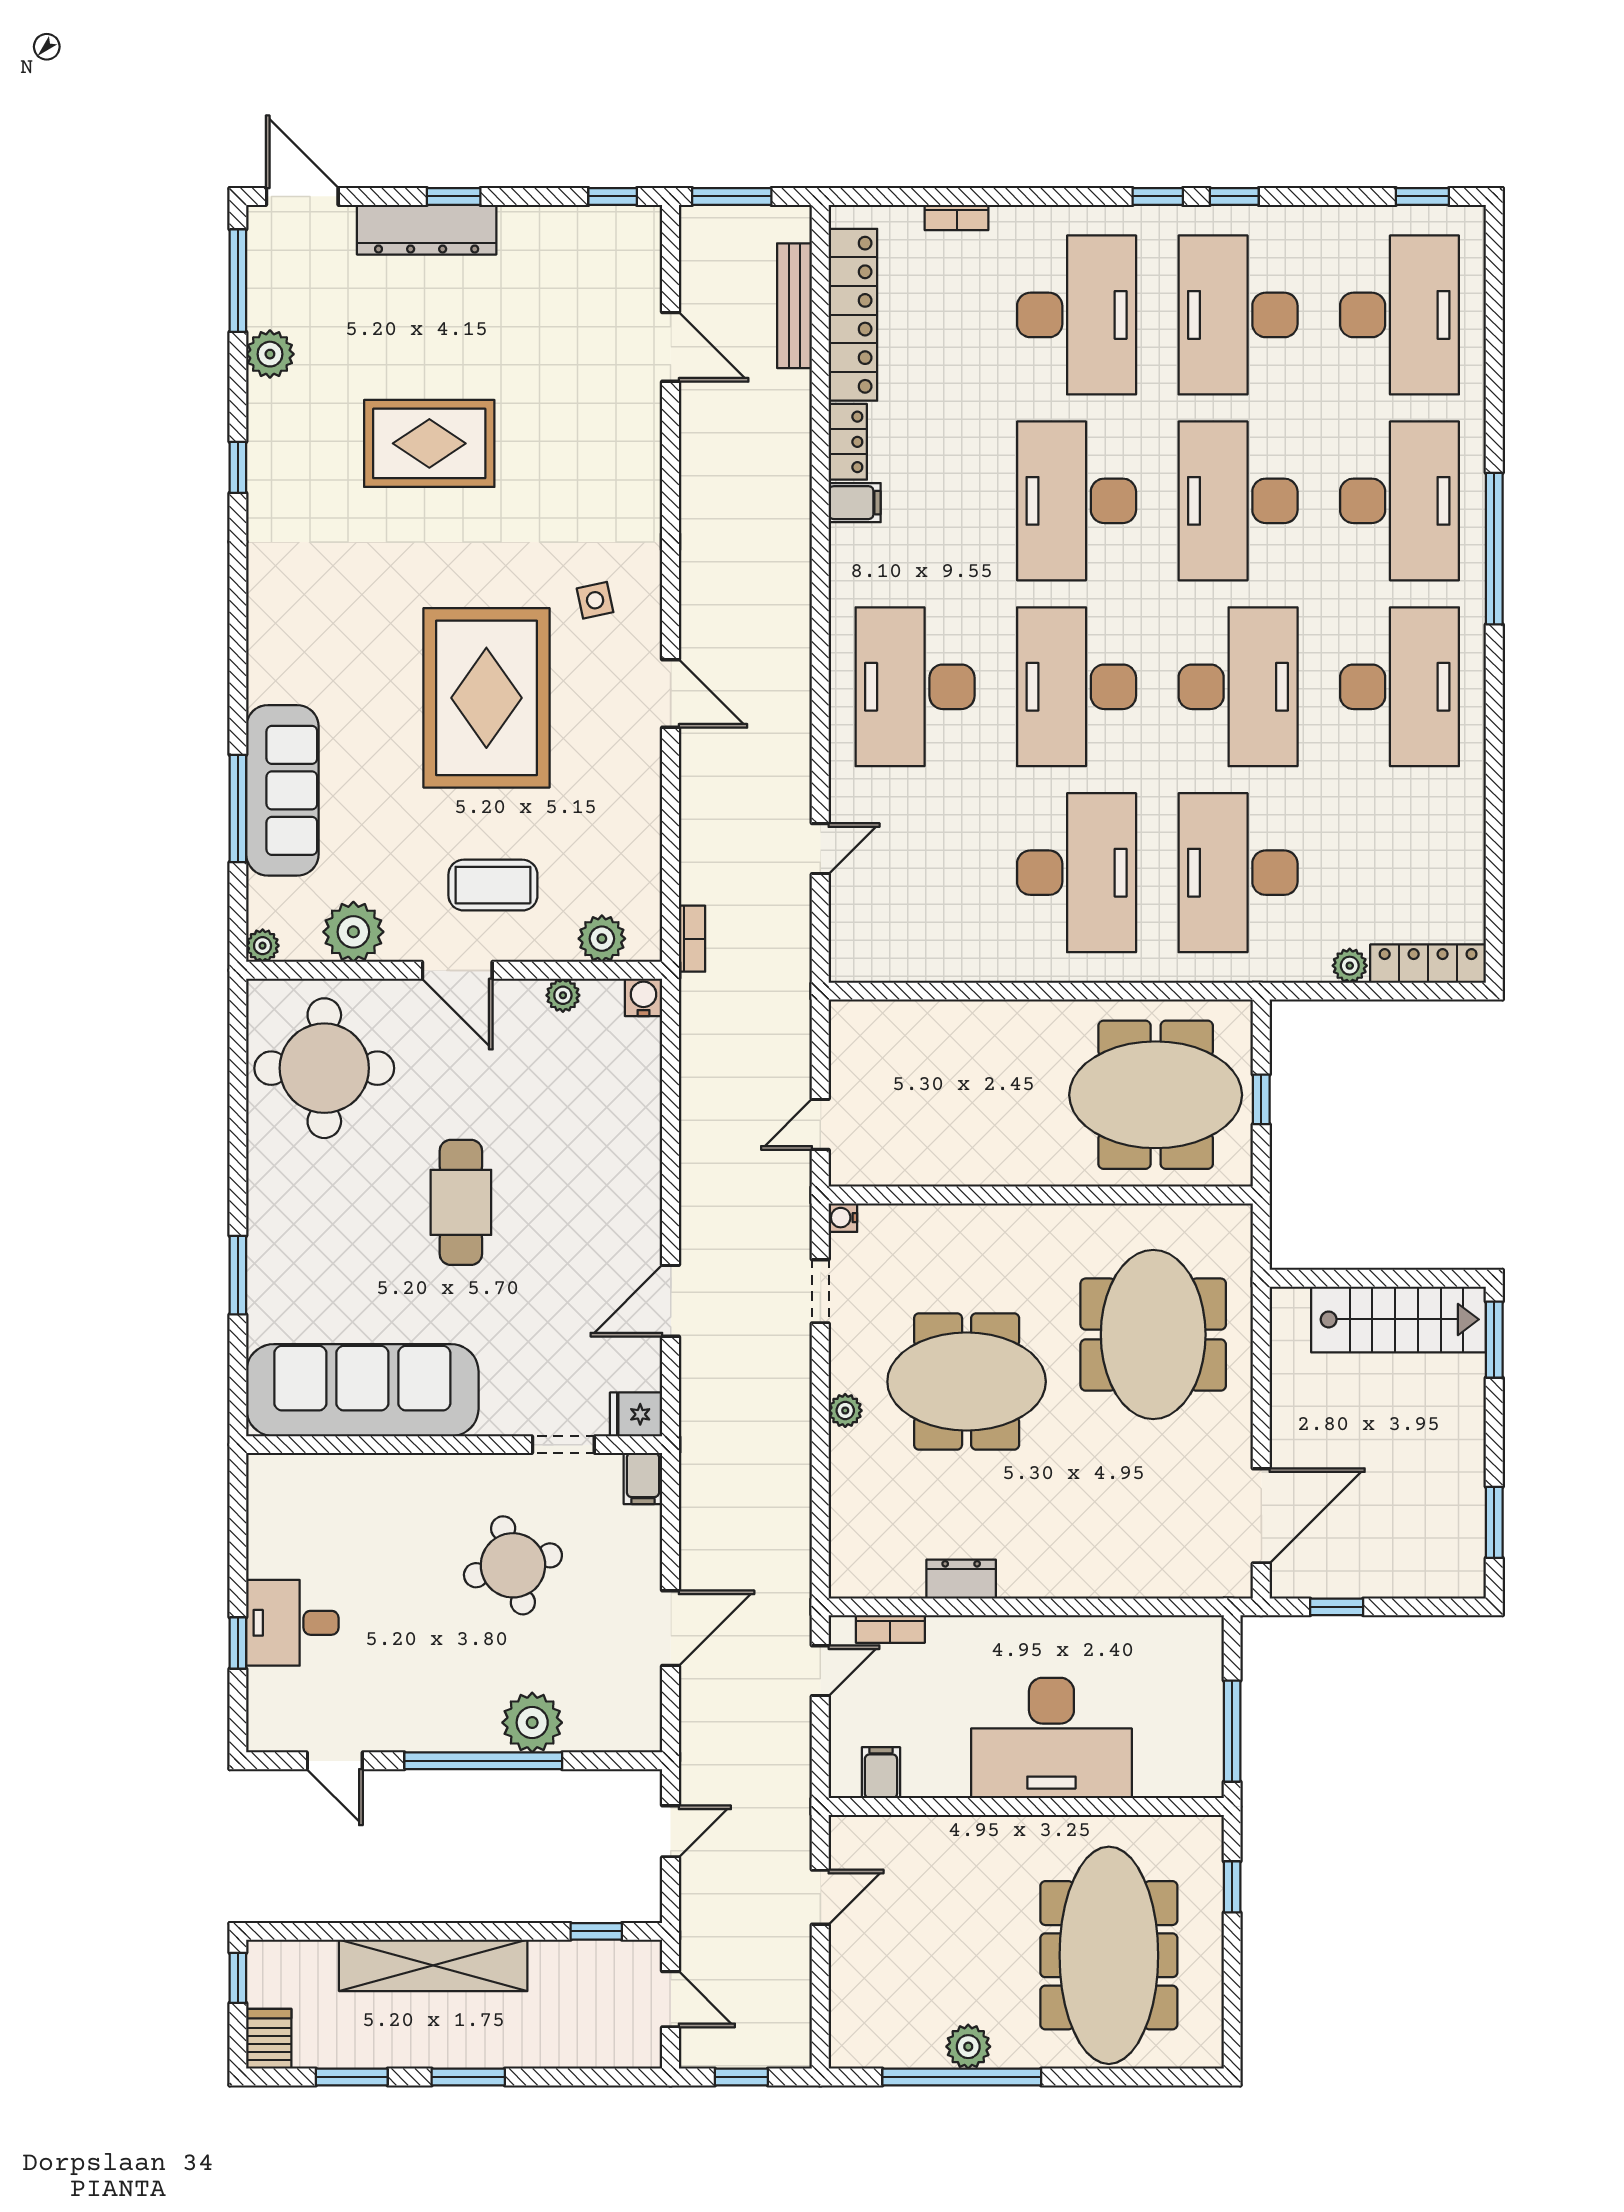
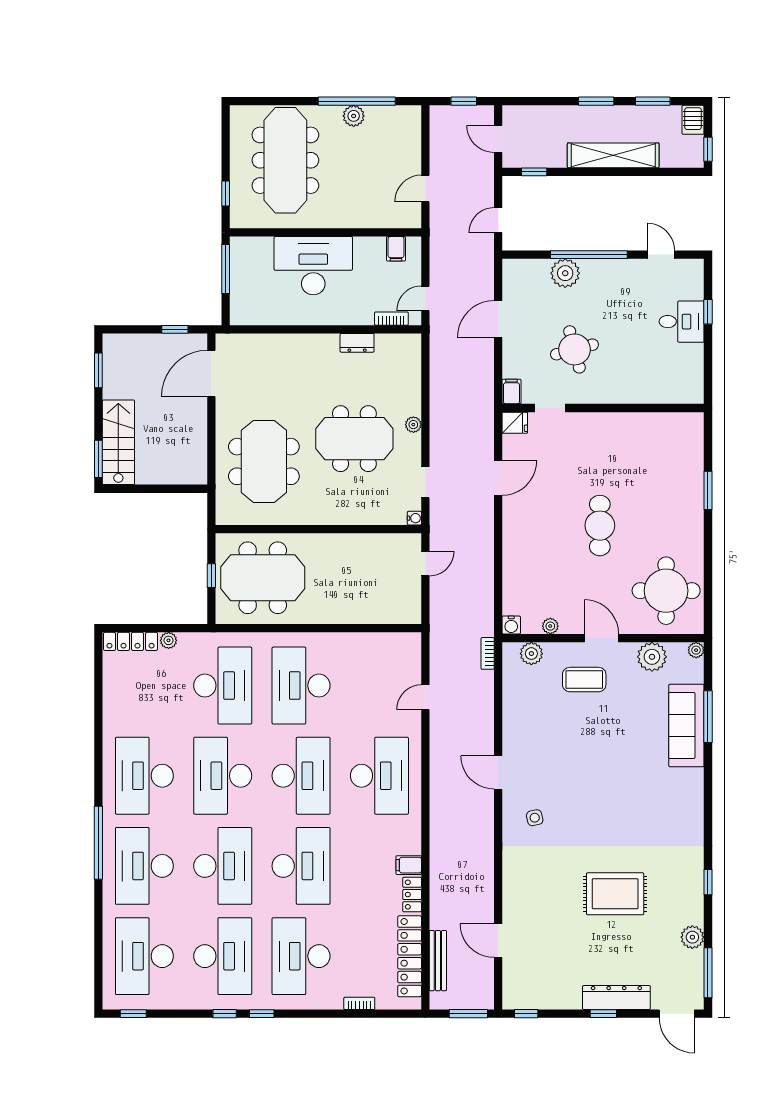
rug: (486, 698) -> (587, 770), removed
stairs: (1399, 1319) -> (118, 442), moved, turned 90
sofa: (362, 1390) -> (648, 434), removed

